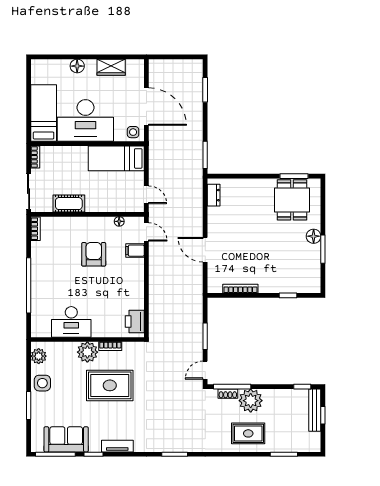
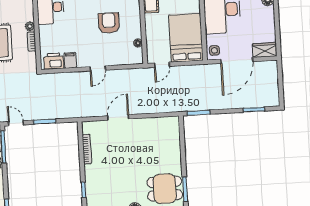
wardrobe: (111, 67) -> (265, 50), moved, turned 90
bed: (116, 158) -> (186, 38), width x1.50
dresser: (214, 195) -> (165, 122), removed
door: (146, 232) -> (98, 68), moved
filing cabinet: (135, 251) -> (70, 60), moved
armchair: (94, 254) -> (109, 23), turned -90
plant: (87, 352) -> (30, 26), width x0.53, depth x0.53

